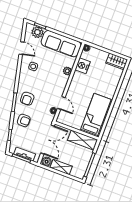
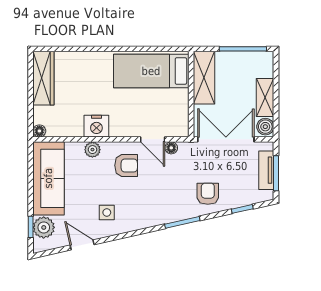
door: (22, 48) -> (82, 245), hinge flipped
wardrobe: (117, 61) -> (43, 78), width x1.50
nightstand: (83, 66) -> (96, 126), moved
armchair: (27, 99) -> (126, 165), moved
door: (61, 103) -> (153, 139), swing flipped

